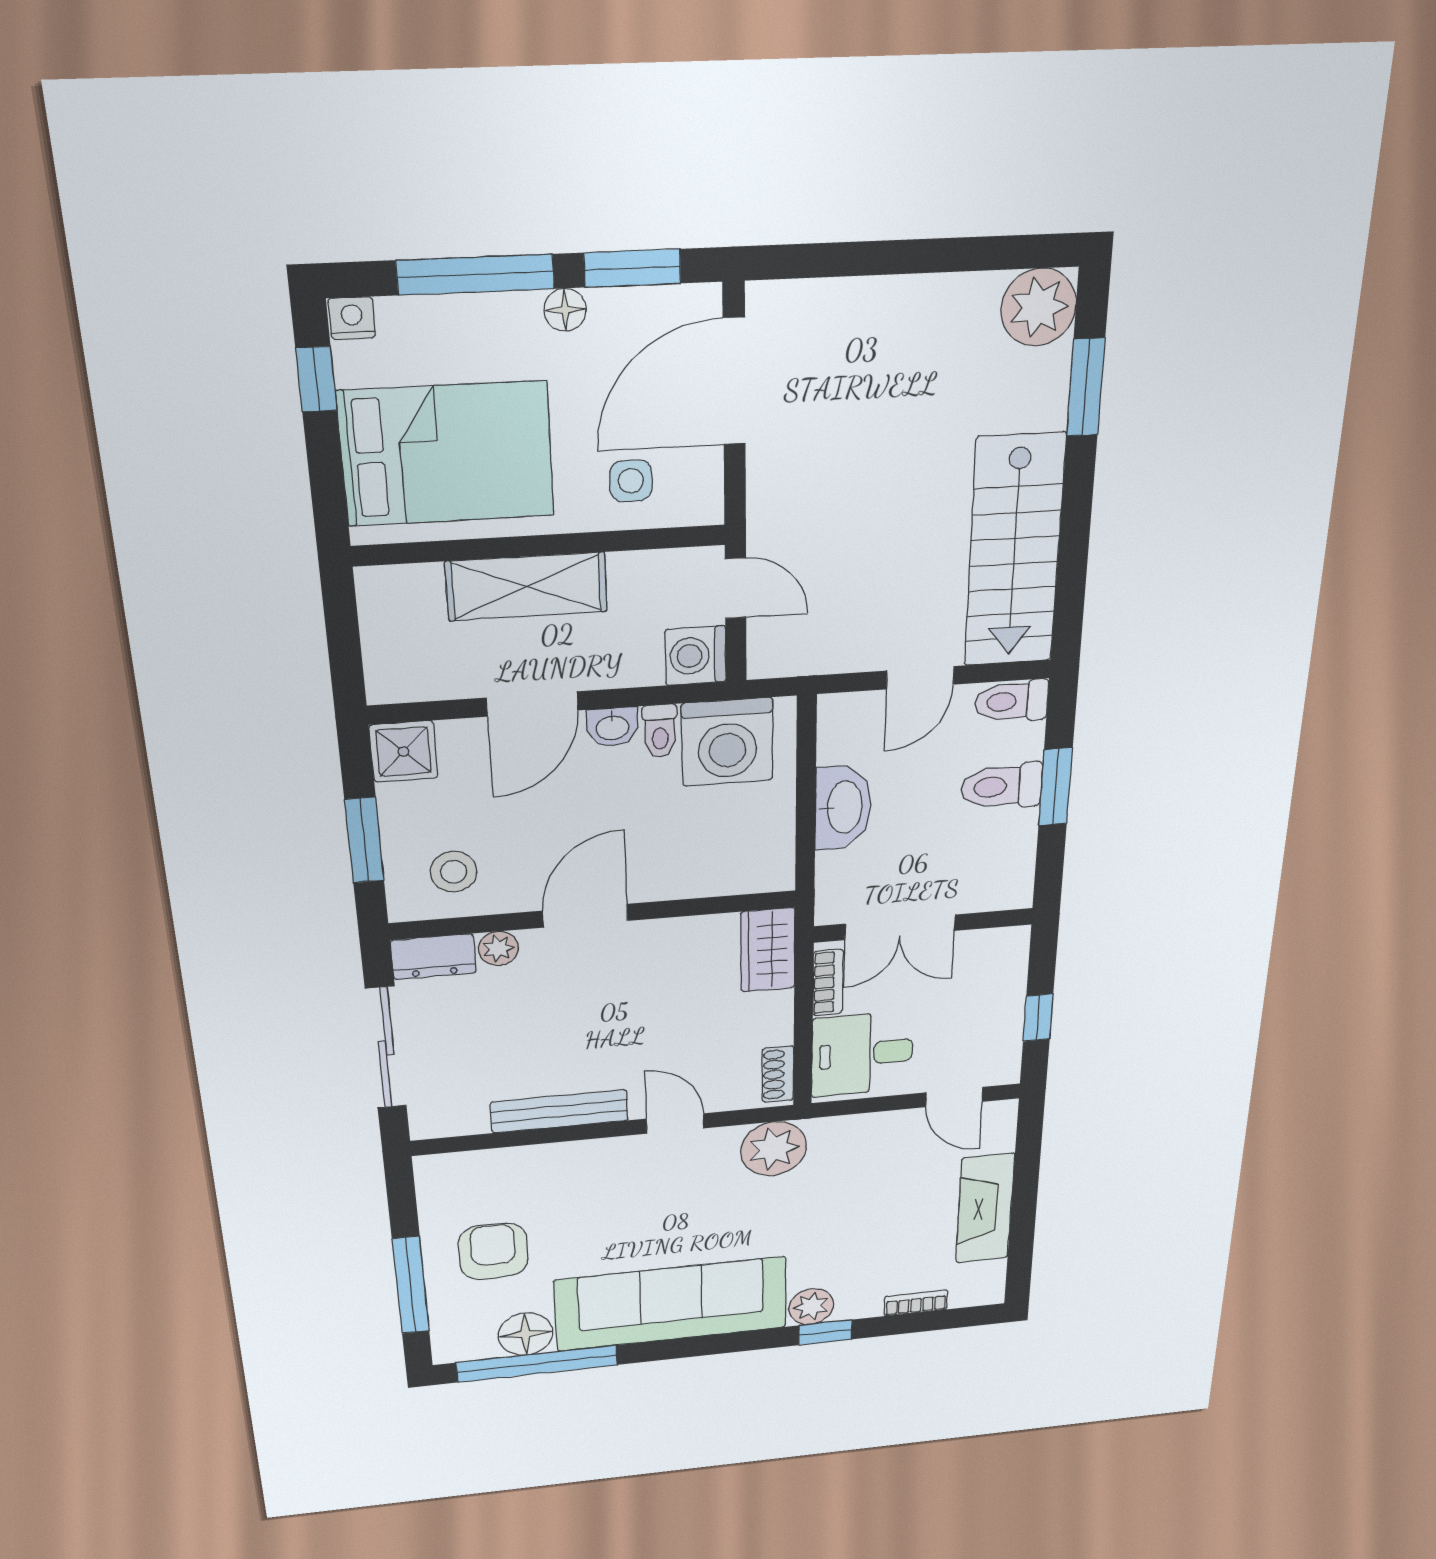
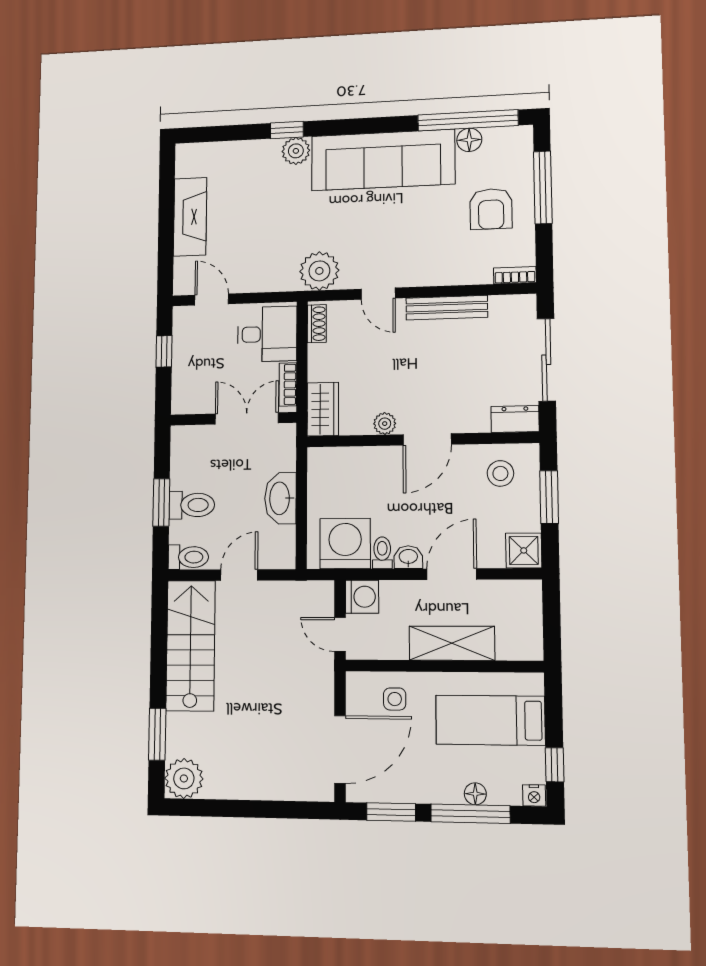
floor lamp: (565, 310) -> (475, 794), moved
bed: (447, 454) -> (490, 720), width x0.67
plant: (498, 948) -> (385, 424), moved
bookcase: (916, 1303) -> (515, 275), moved, turned 180
floor lamp: (526, 1334) -> (469, 140), width x0.73, depth x0.73

